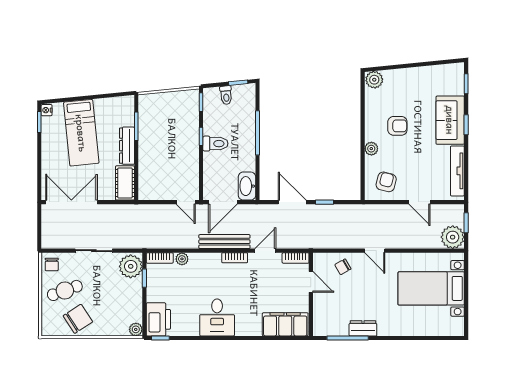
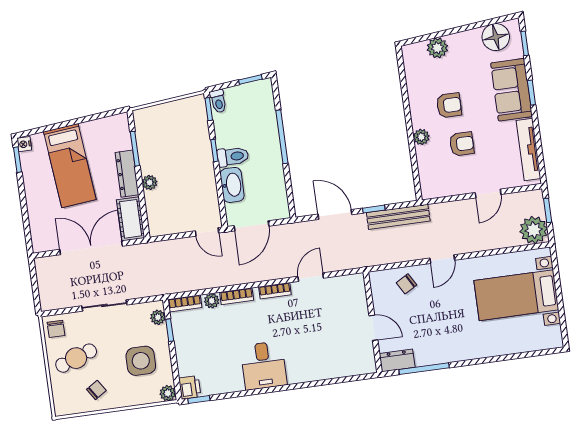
floor lamp: (443, 75) -> (496, 37), added
plant: (374, 80) -> (437, 48), moved
toilet: (226, 95) -> (218, 101), moved
plant: (144, 155) -> (150, 183), added
armchair: (386, 182) -> (462, 144), moved, turned 76
washbasin: (247, 186) -> (232, 185), moved, turned 180
double door: (71, 202) -> (91, 248), moved
door: (419, 202) -> (488, 193), hinge flipped
bench: (224, 242) -> (398, 217), moved
door: (375, 251) -> (442, 259), hinge flipped
bookcase: (296, 258) -> (237, 296), moved
plant: (131, 266) -> (158, 317), width x0.53, depth x0.53
door: (311, 282) -> (373, 328), moved
side table: (117, 300) -> (141, 361), added
chair: (78, 319) -> (96, 390), width x0.54, depth x0.54
printer: (158, 319) -> (190, 387), width x0.53, depth x0.68
filing cabinet: (285, 324) -> (347, 362), removed
dresser: (363, 328) -> (397, 360), moved

